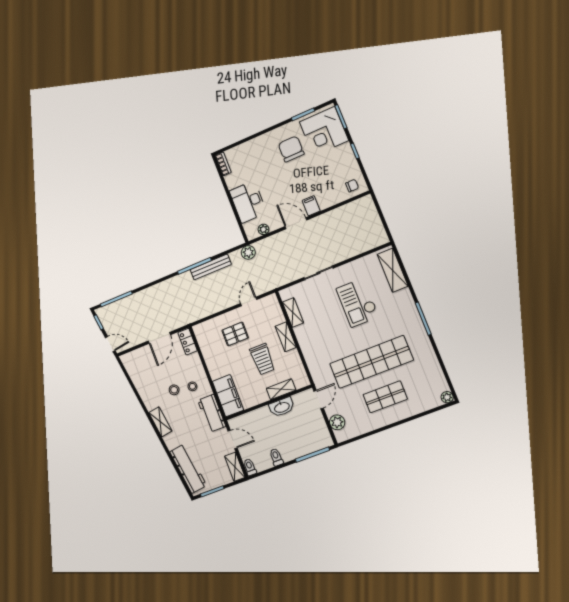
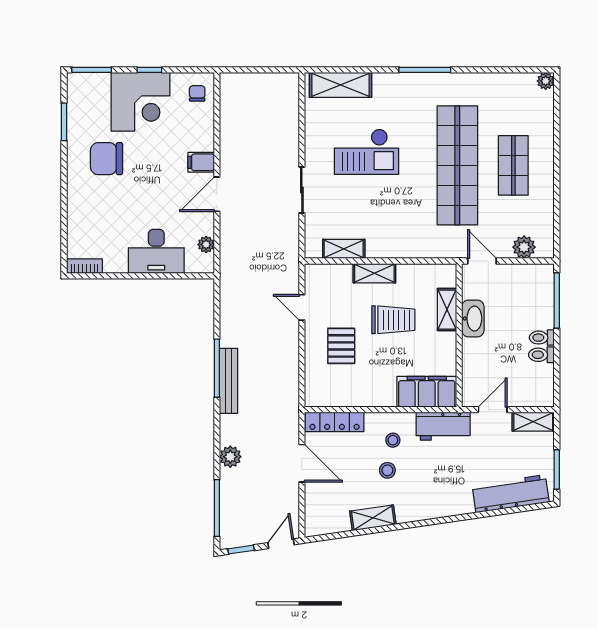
corner desk: (324, 131) -> (140, 102), moved
plant: (248, 252) -> (230, 457), moved
bench: (211, 267) -> (229, 381), moved
locker: (188, 342) -> (335, 422), width x1.53
shelving: (160, 422) -> (373, 518), moved
toilet: (250, 467) -> (542, 338), moved

